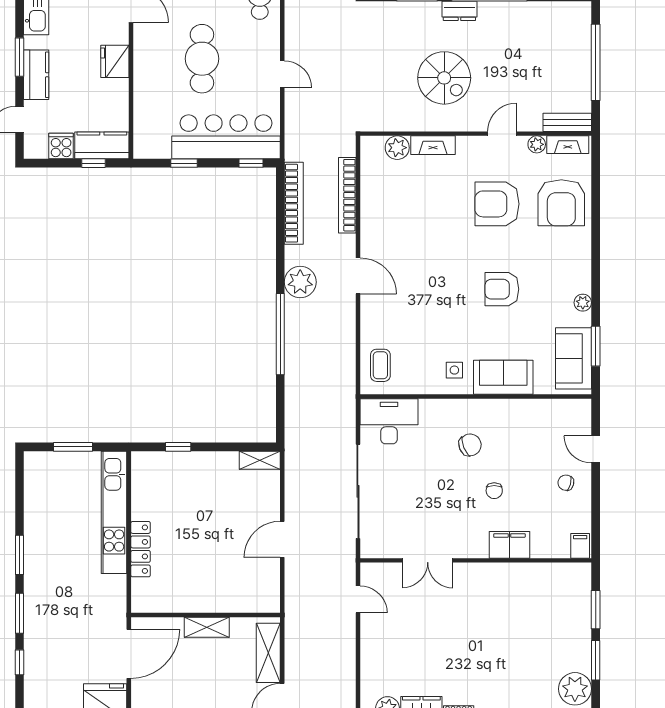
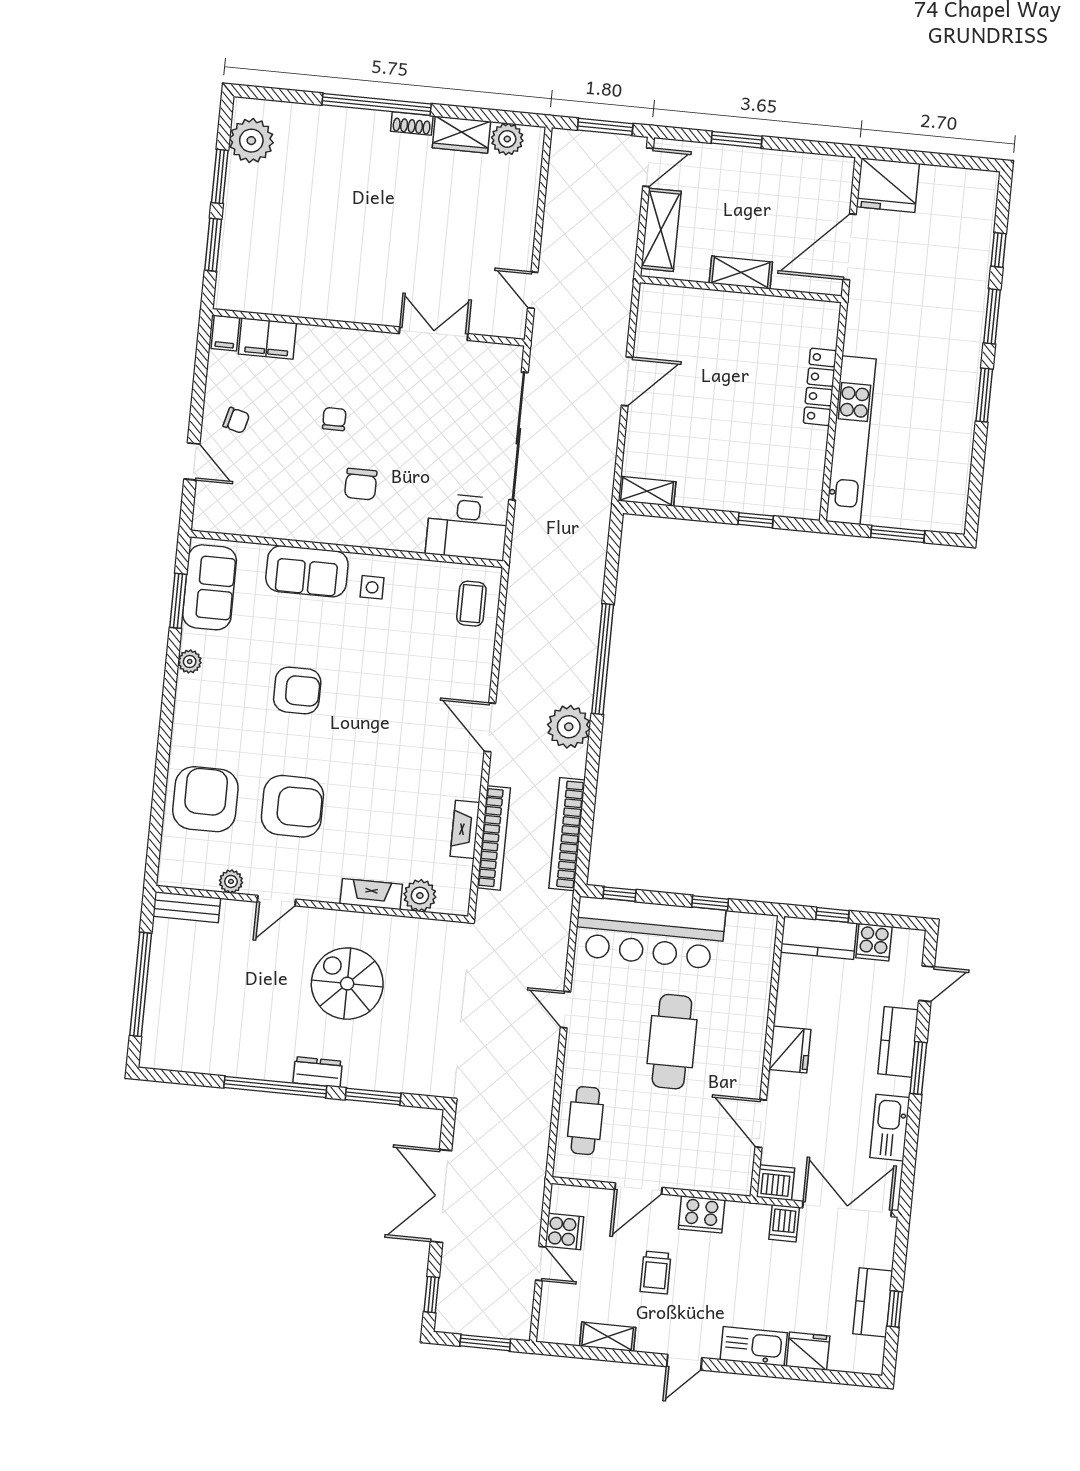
fireplace: (568, 145) -> (465, 829), moved, turned -90
chair: (470, 445) -> (361, 484), turned -68
filing cabinet: (509, 545) -> (267, 339), moved

